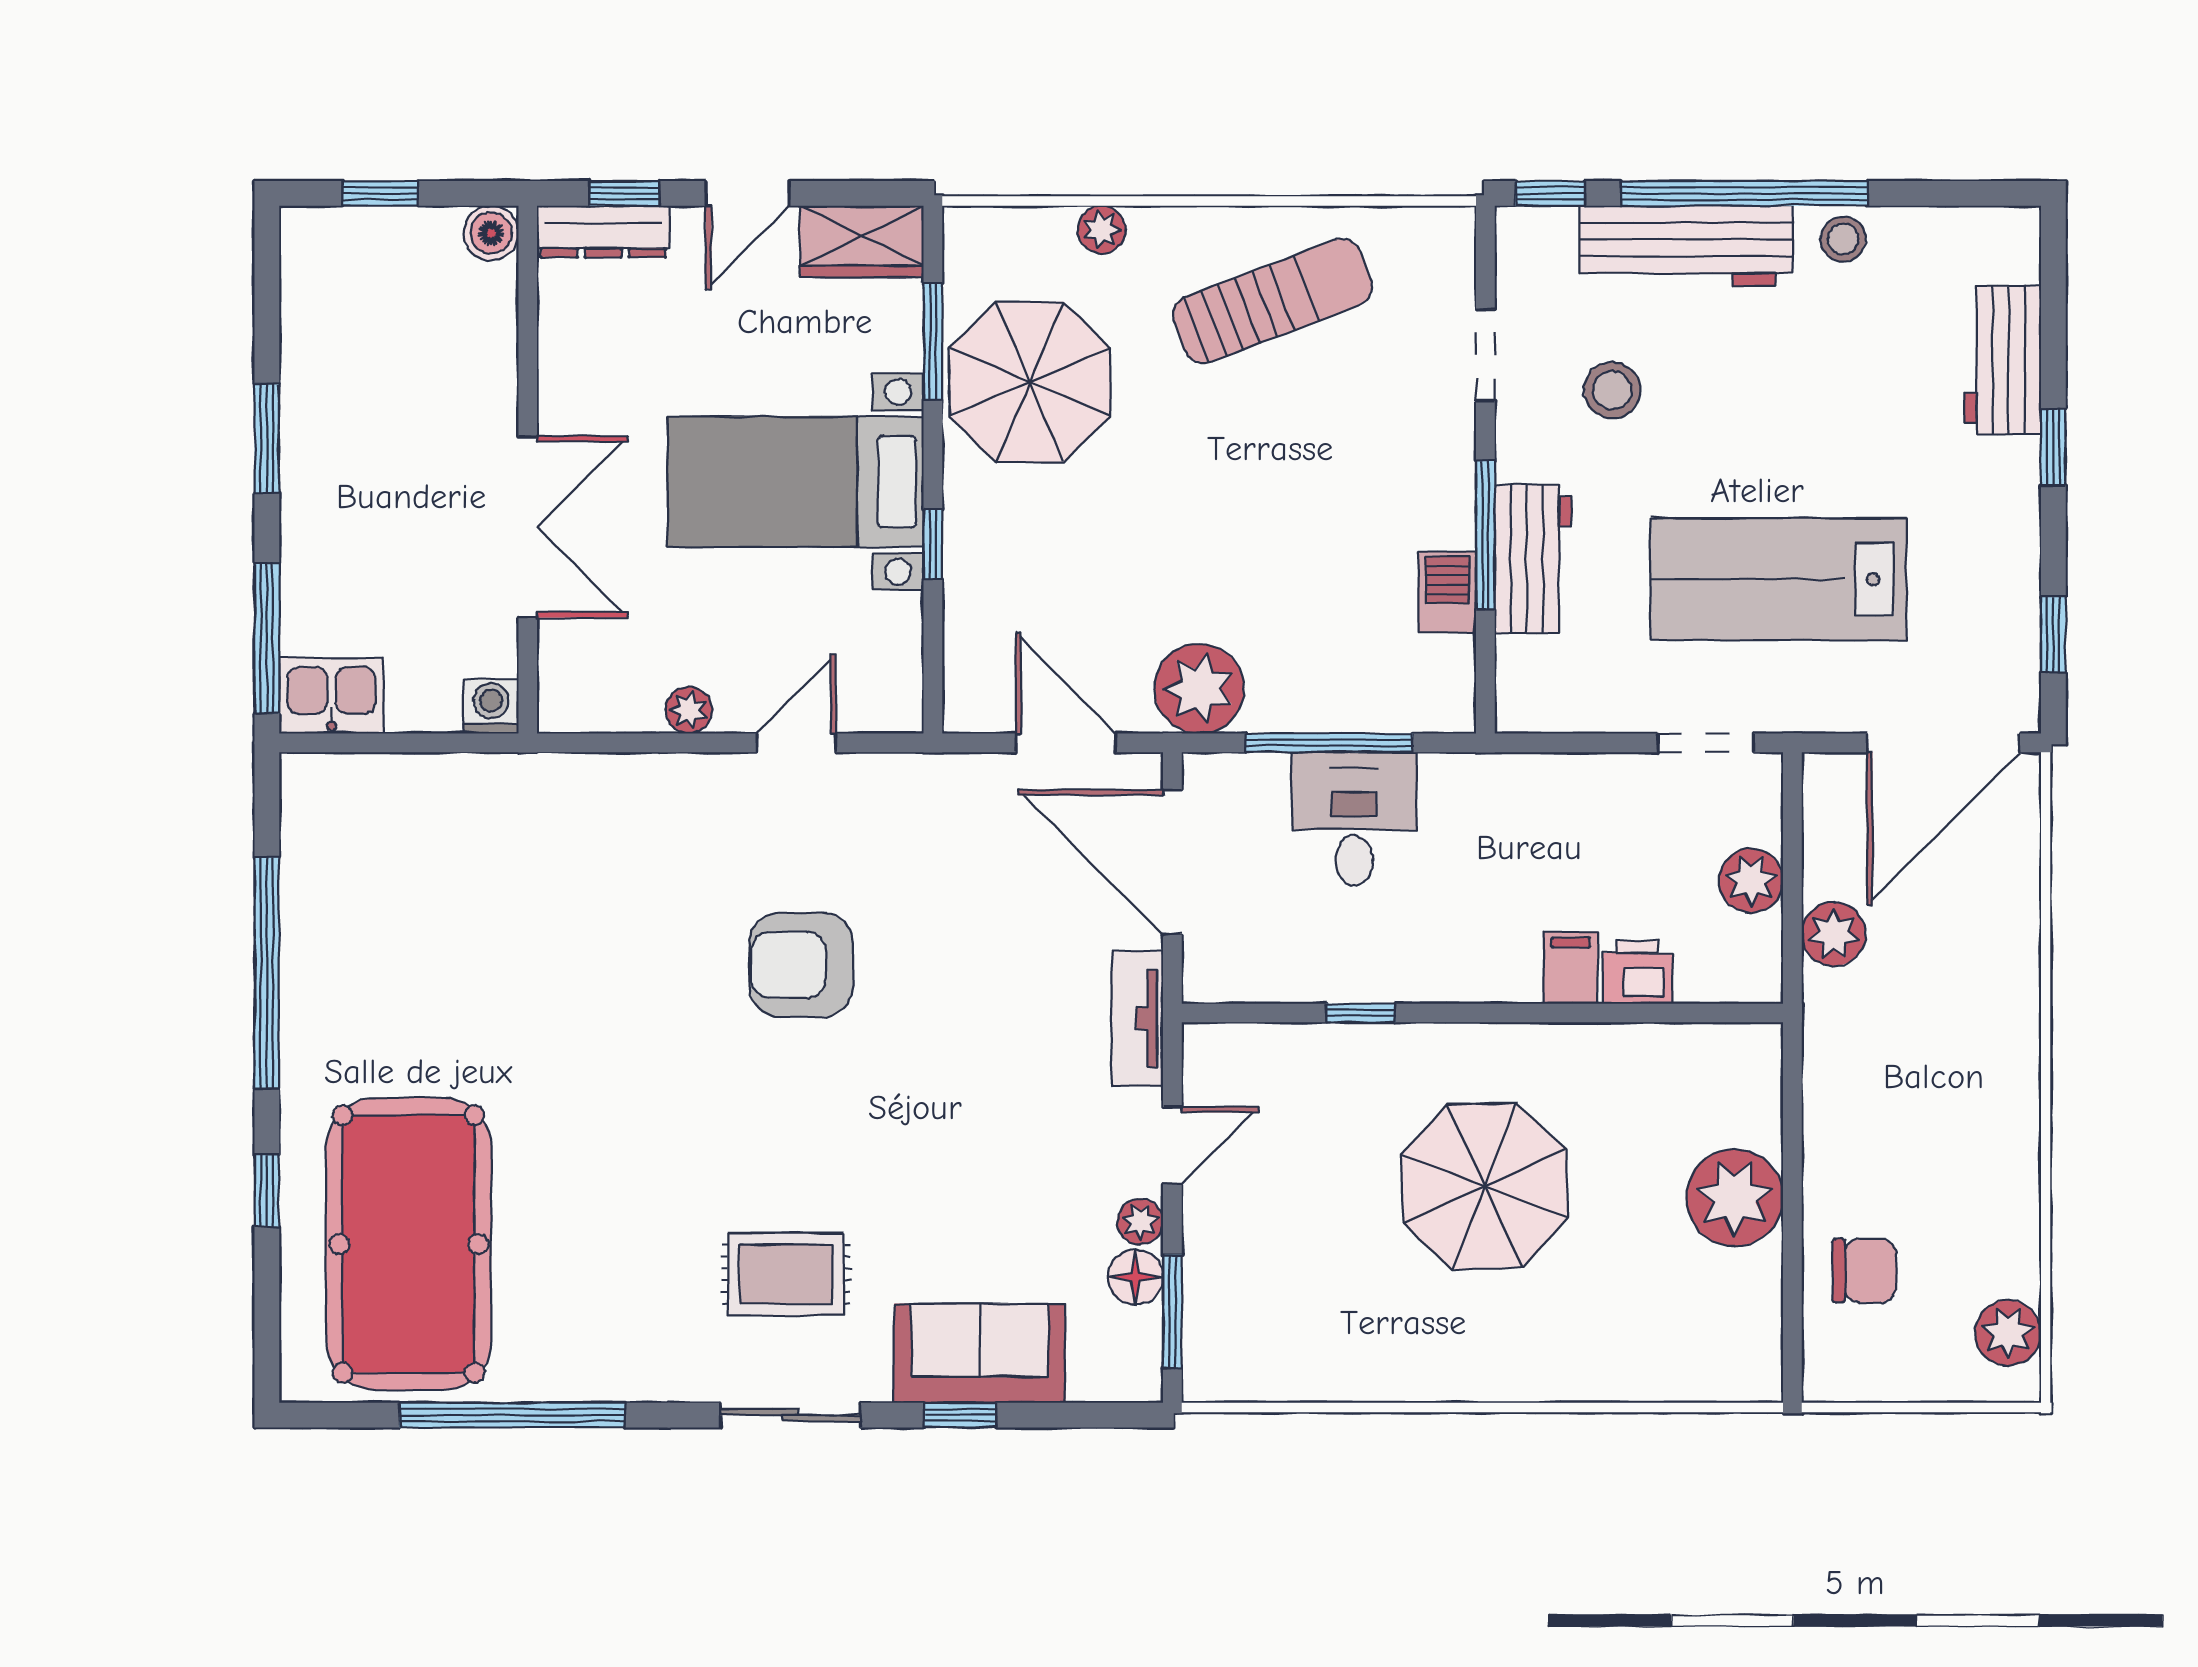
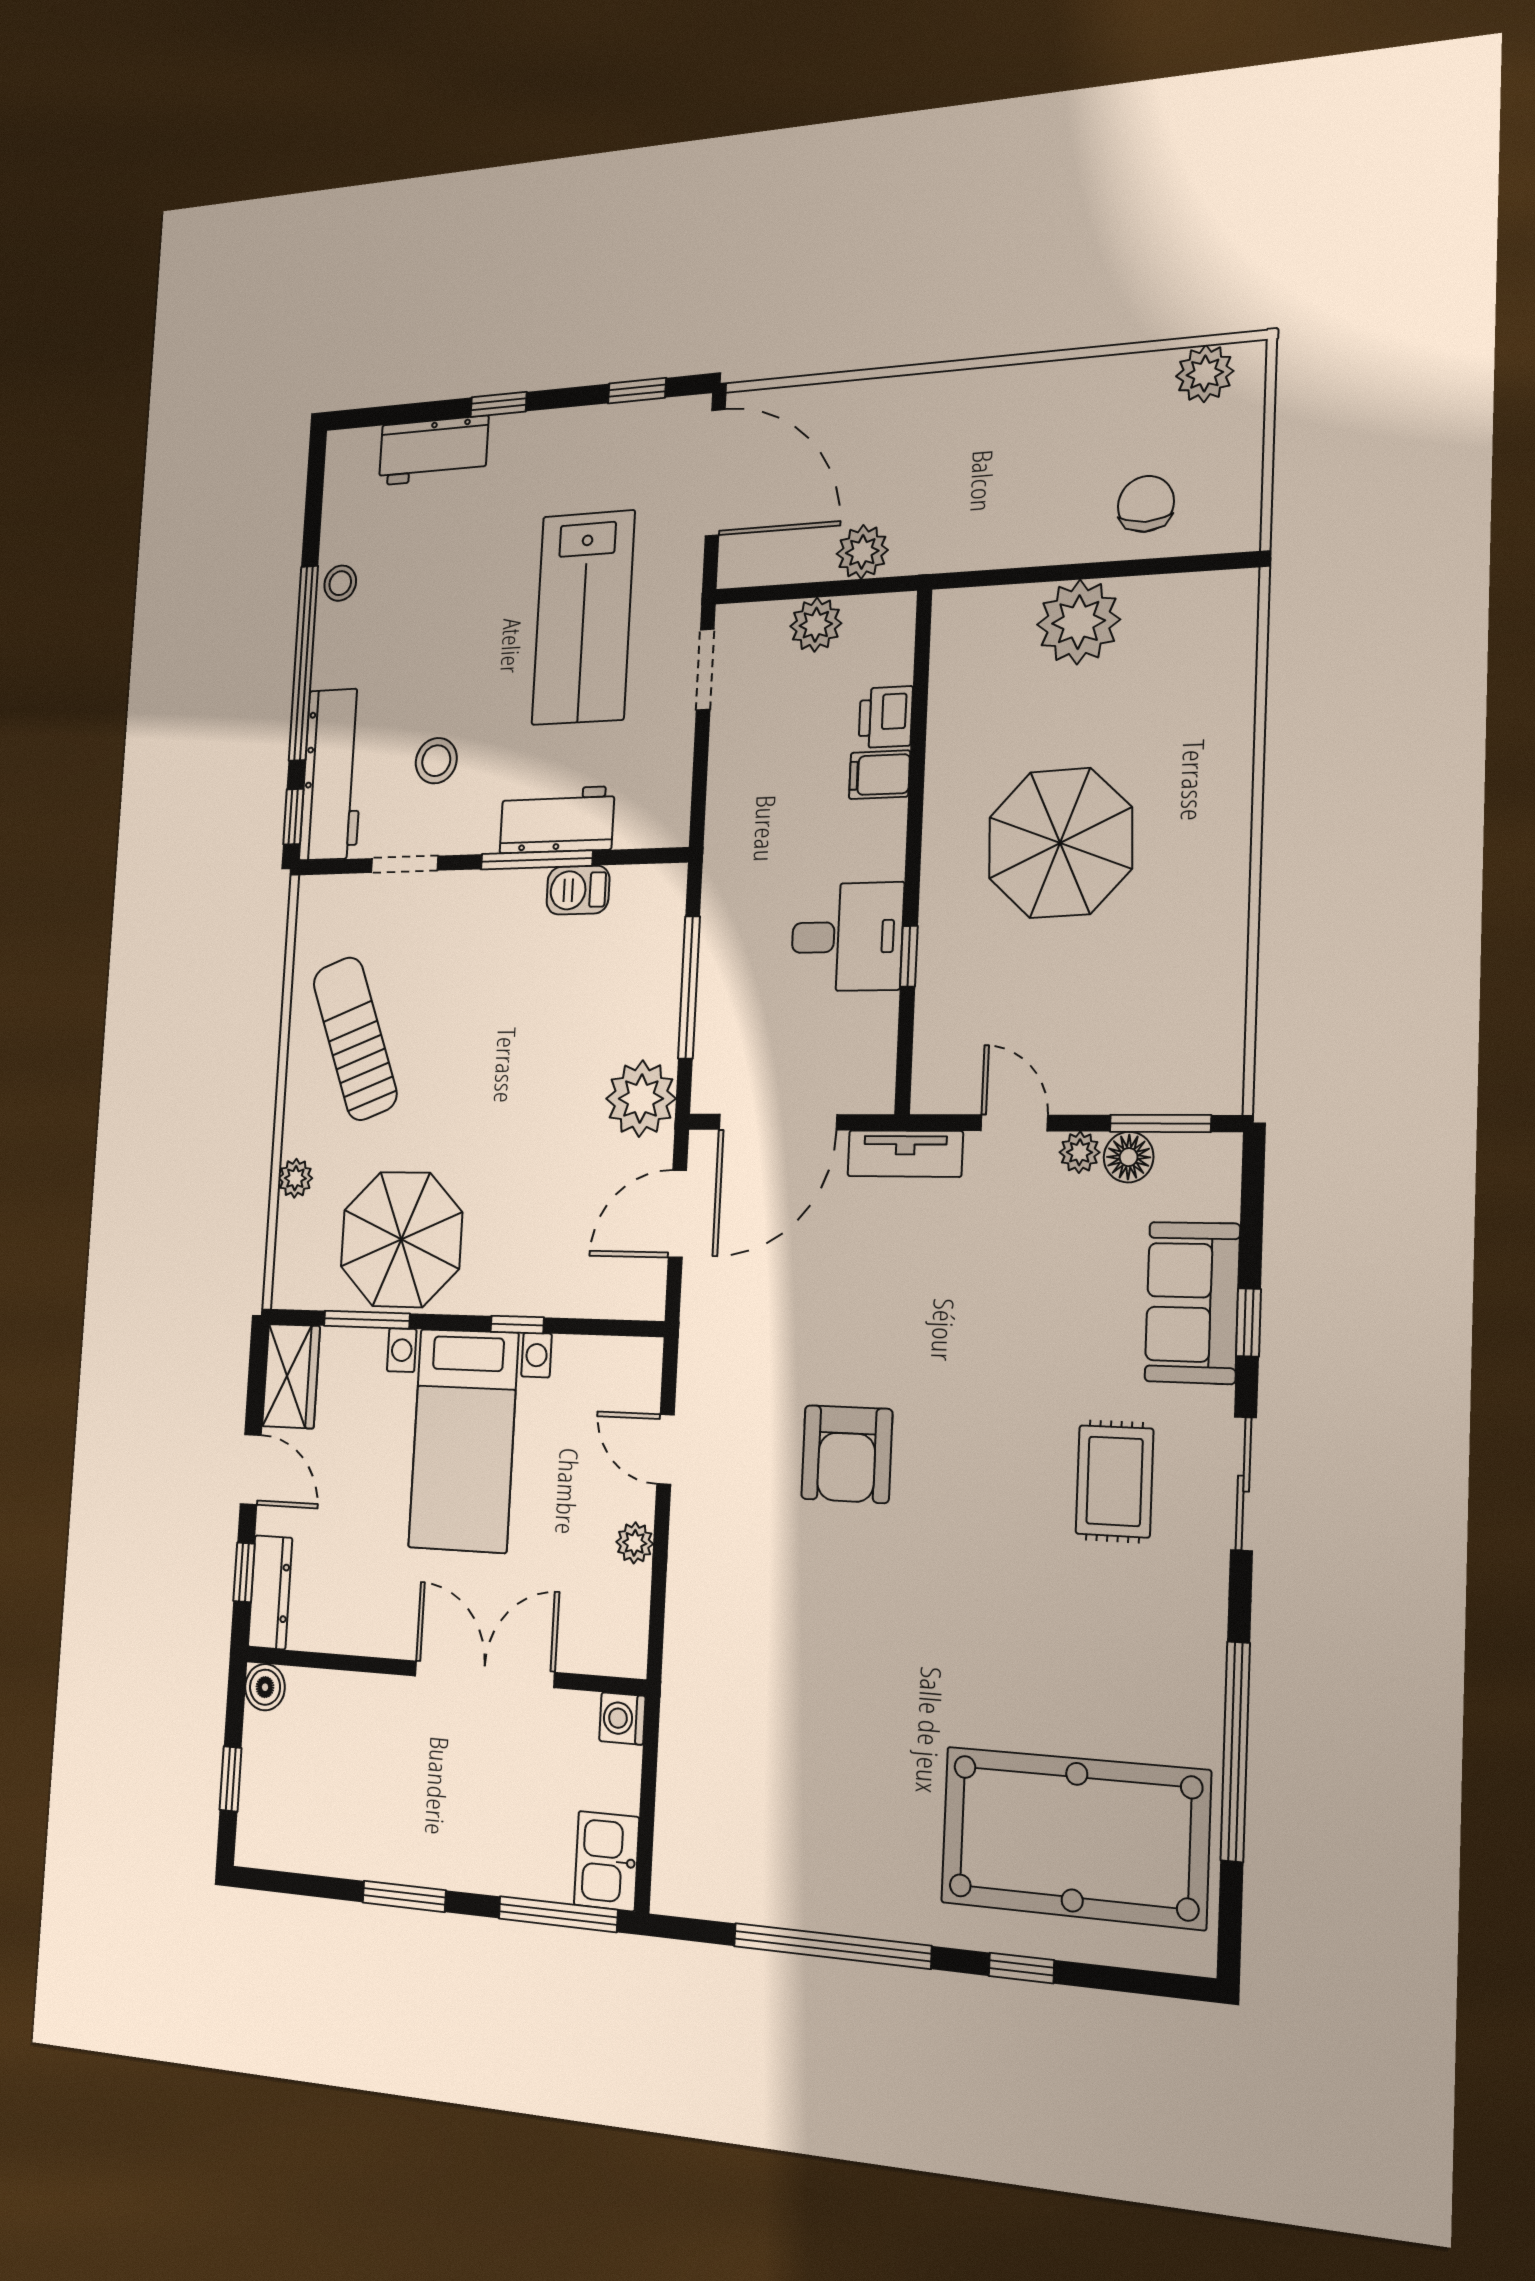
workbench: (1686, 246) -> (333, 774), moved
desk: (1354, 819) -> (847, 937), moved, turned 180

